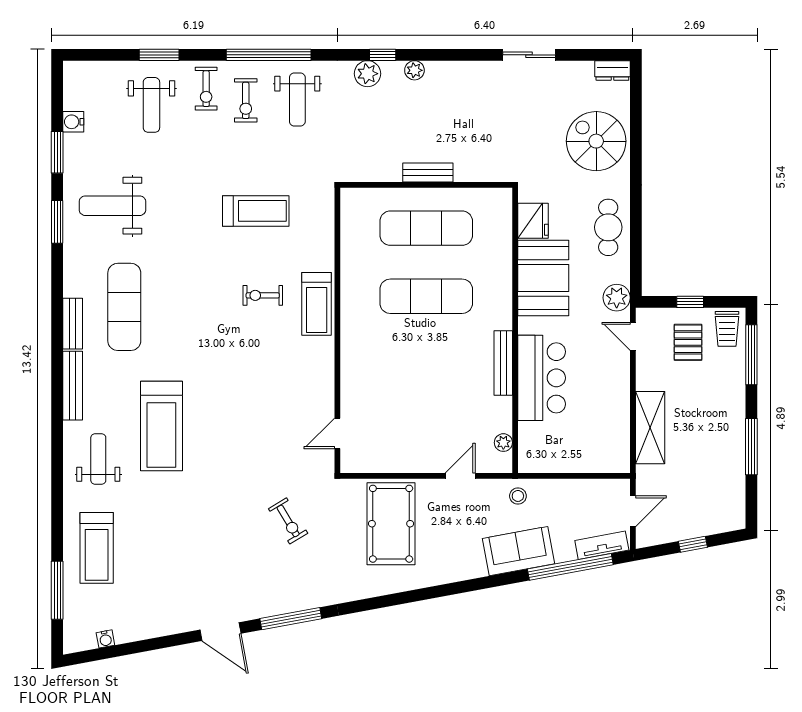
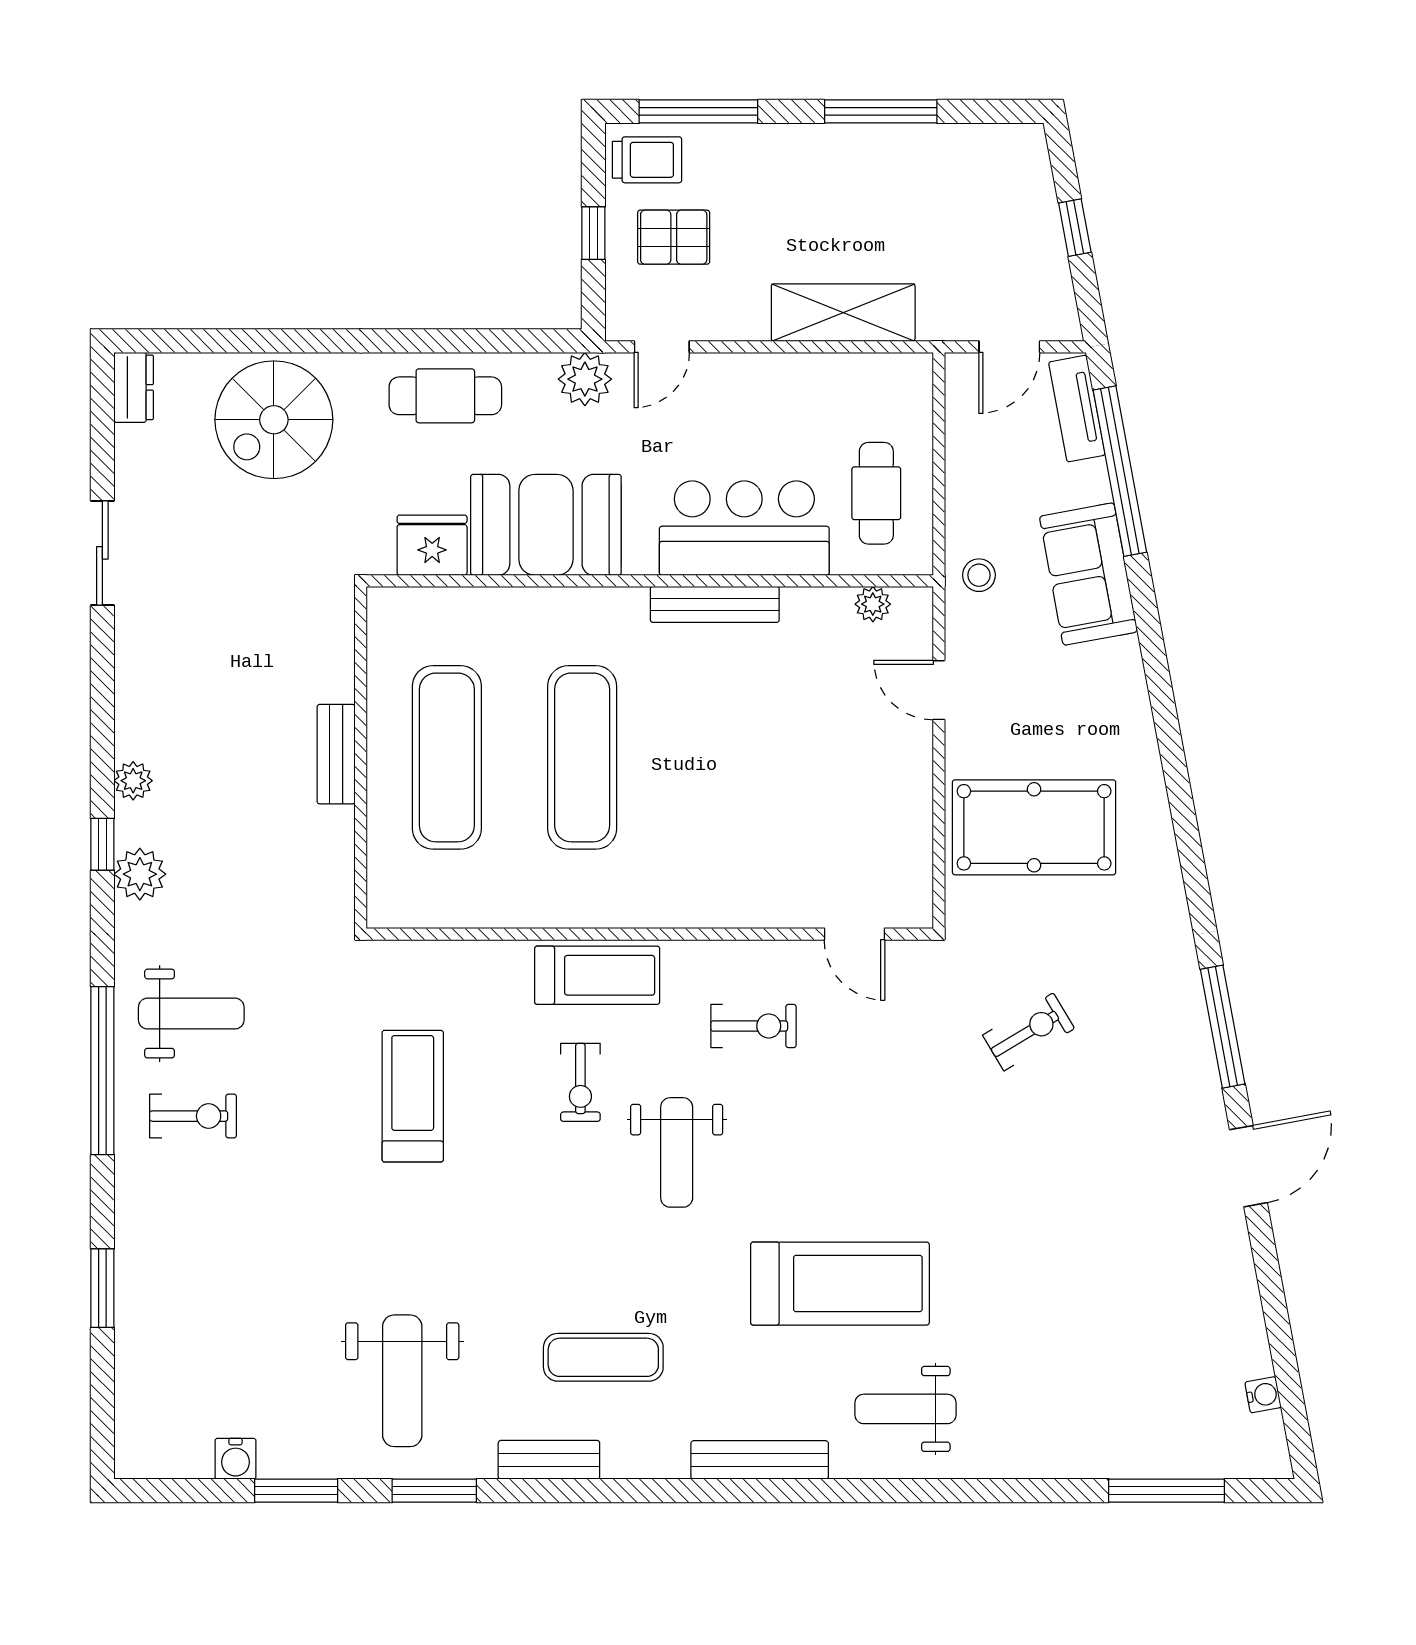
exercise bike: (206, 89) -> (753, 1026), moved
weight bench: (151, 105) -> (677, 1152), moved, turned 90
exercise mat: (124, 307) -> (603, 1357), width x0.73, depth x0.69
bench: (73, 324) -> (549, 1460), moved
cafe table: (559, 444) -> (876, 493), added
door: (633, 511) -> (1009, 347), swing flipped
treadmill: (97, 548) -> (1082, 1412), removed

